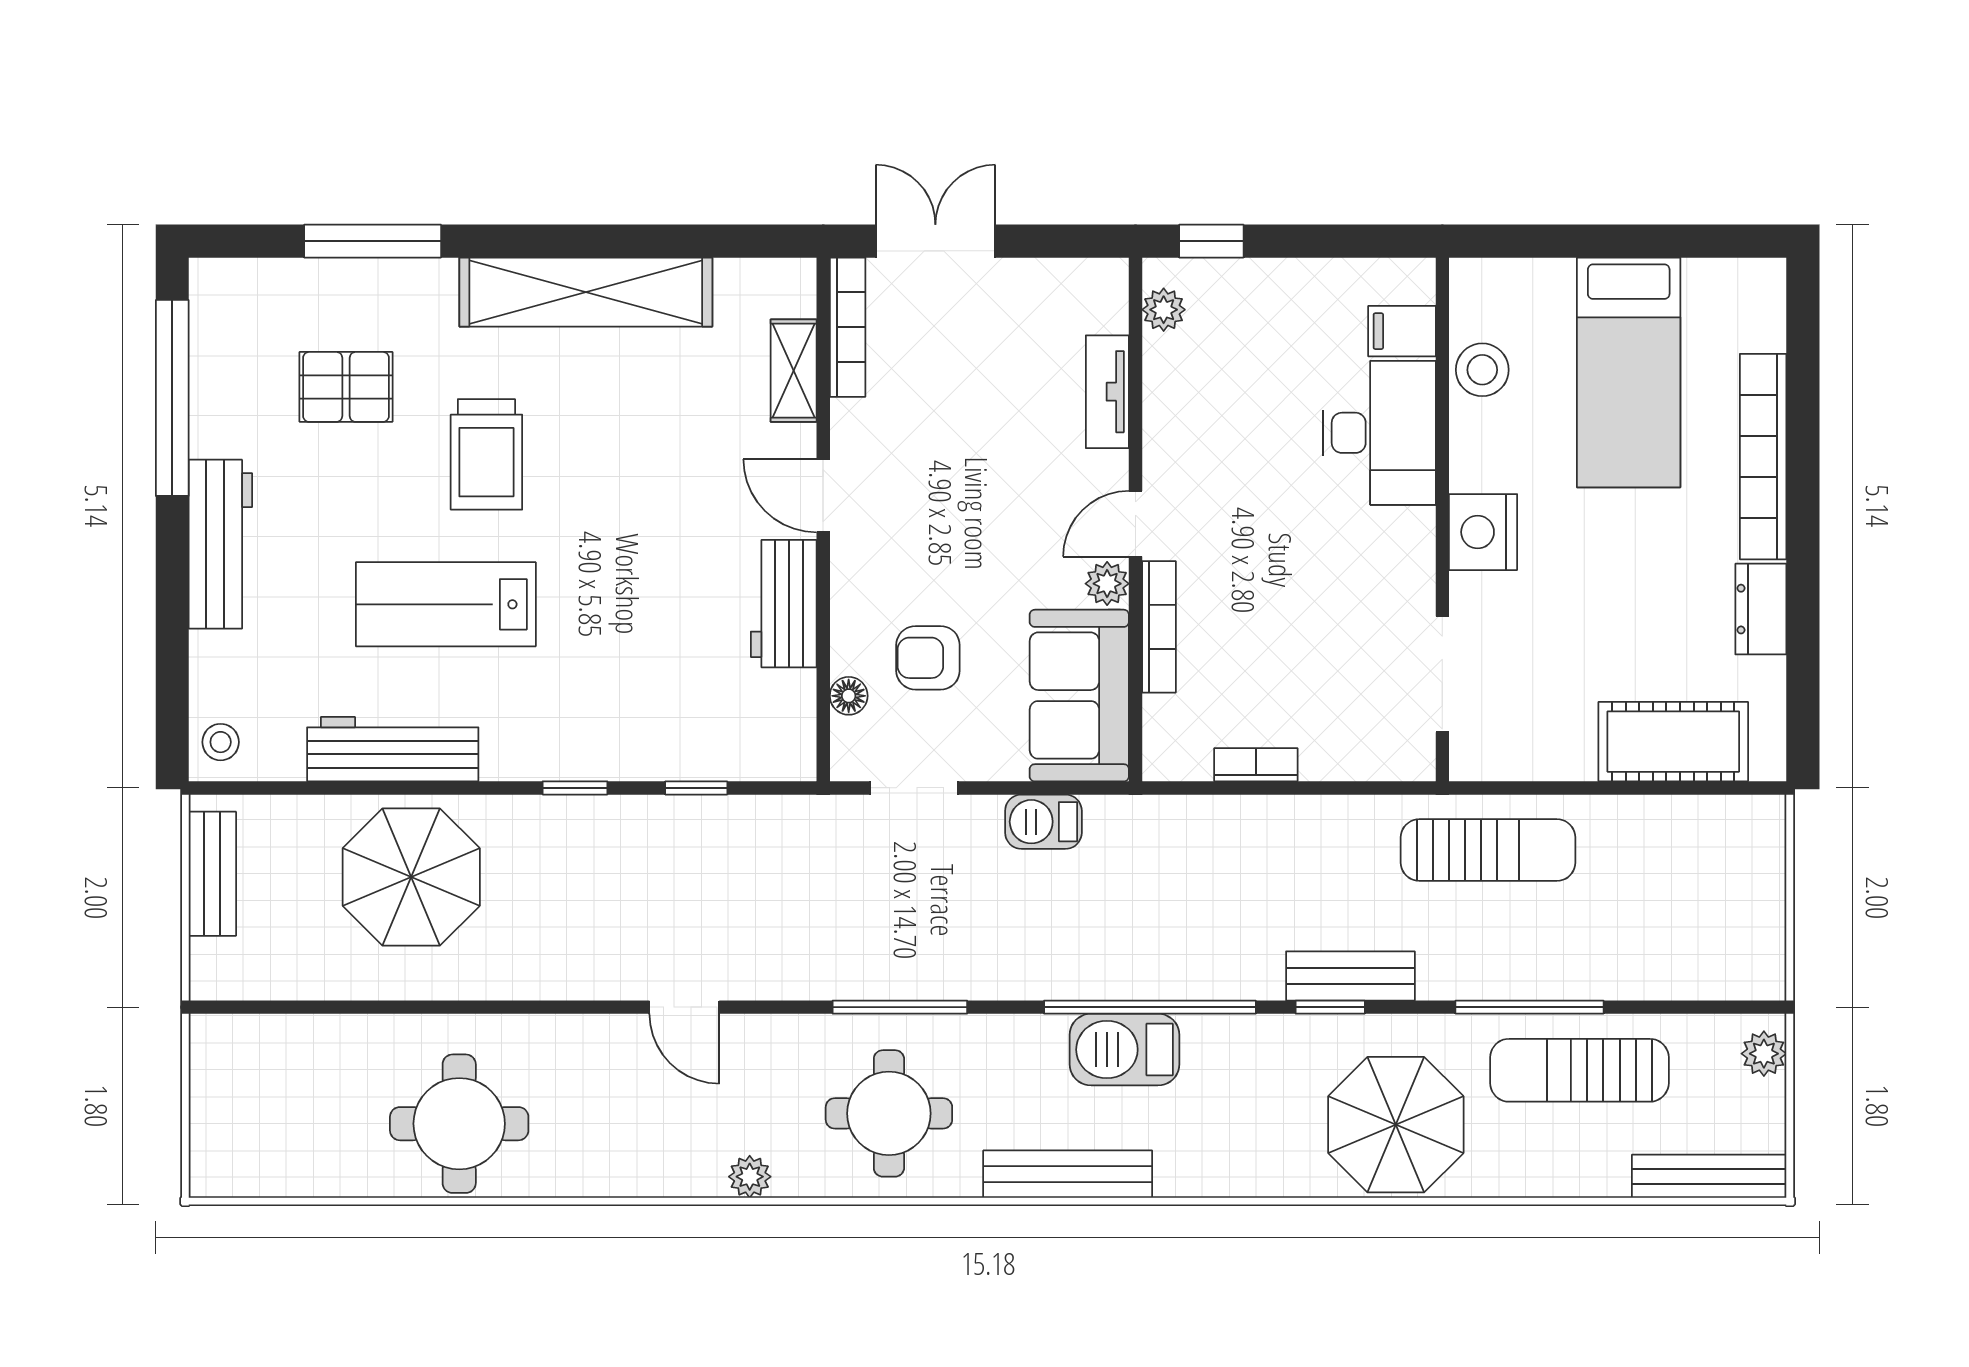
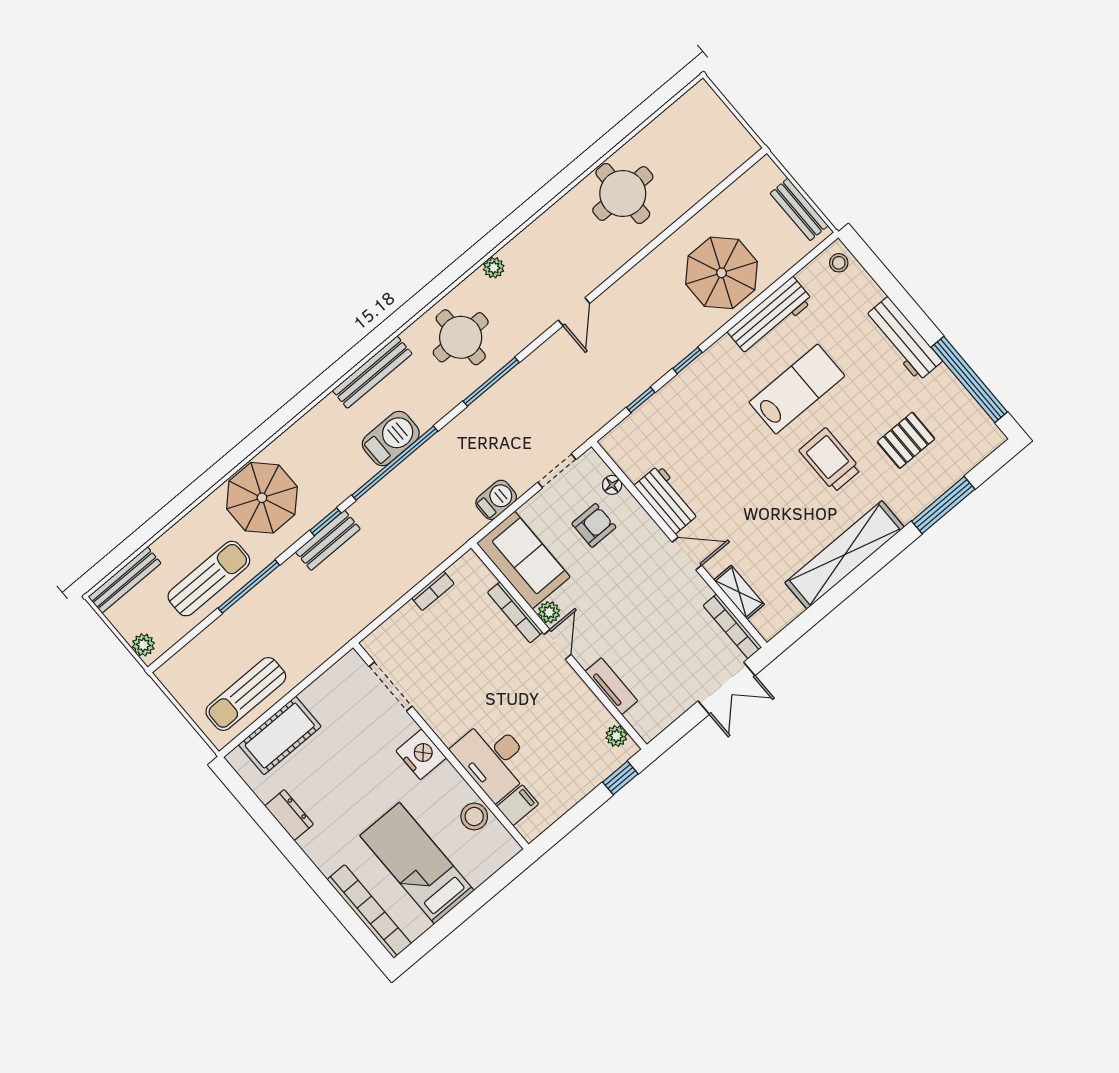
bookcase: (1763, 457) -> (369, 912), moved
sun lounger: (1488, 850) -> (246, 694), moved
door: (684, 1007) -> (574, 312), swing flipped

